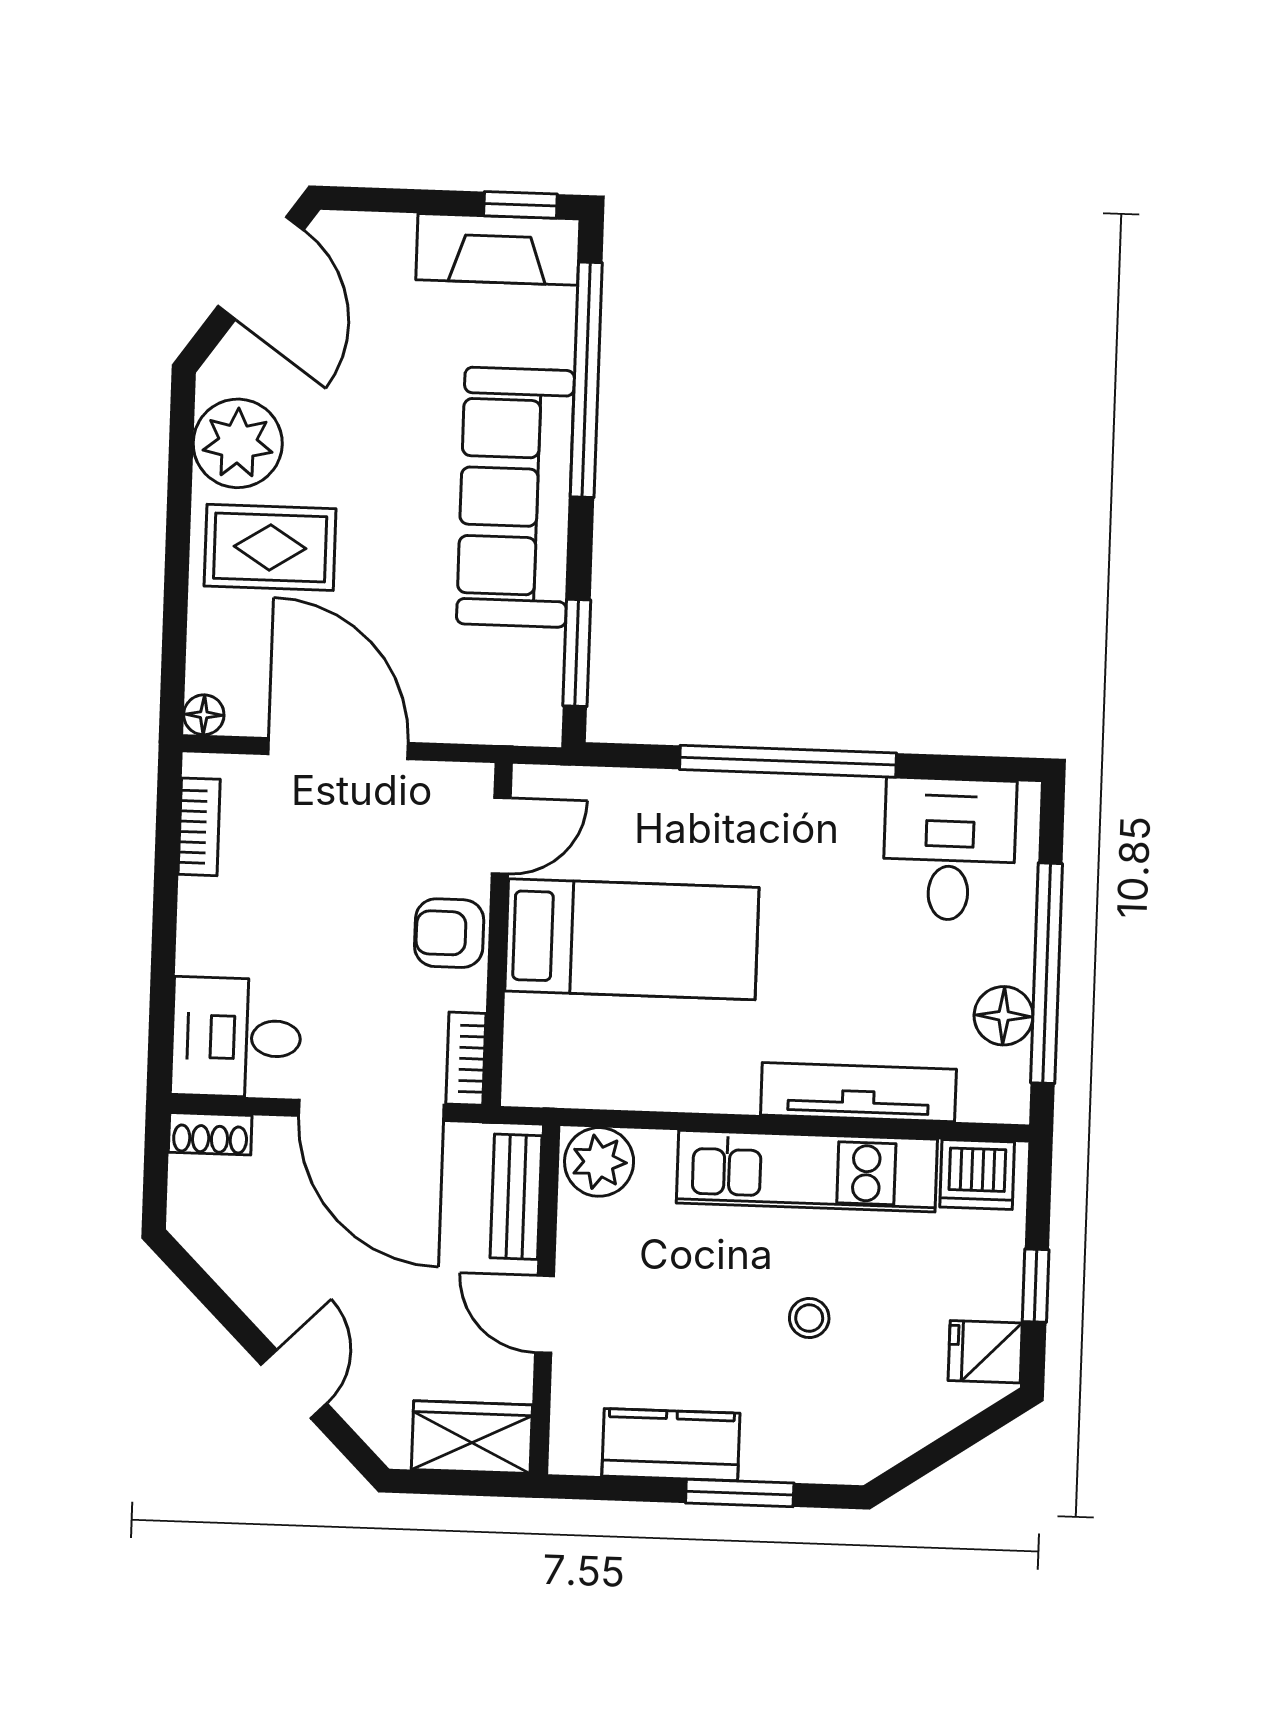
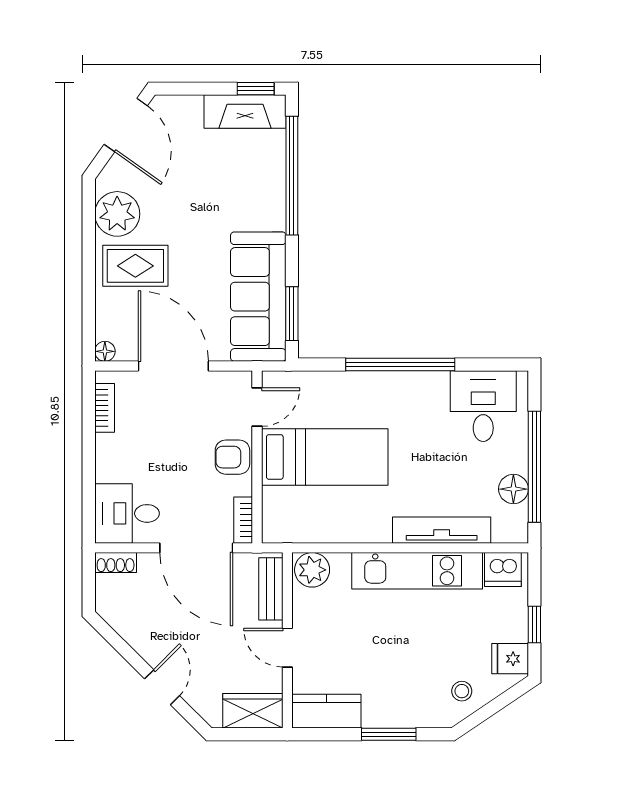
sofa: (515, 497) -> (258, 297), moved
stool: (809, 1318) -> (462, 691), moved
kitchen counter: (671, 1445) -> (327, 711), moved

